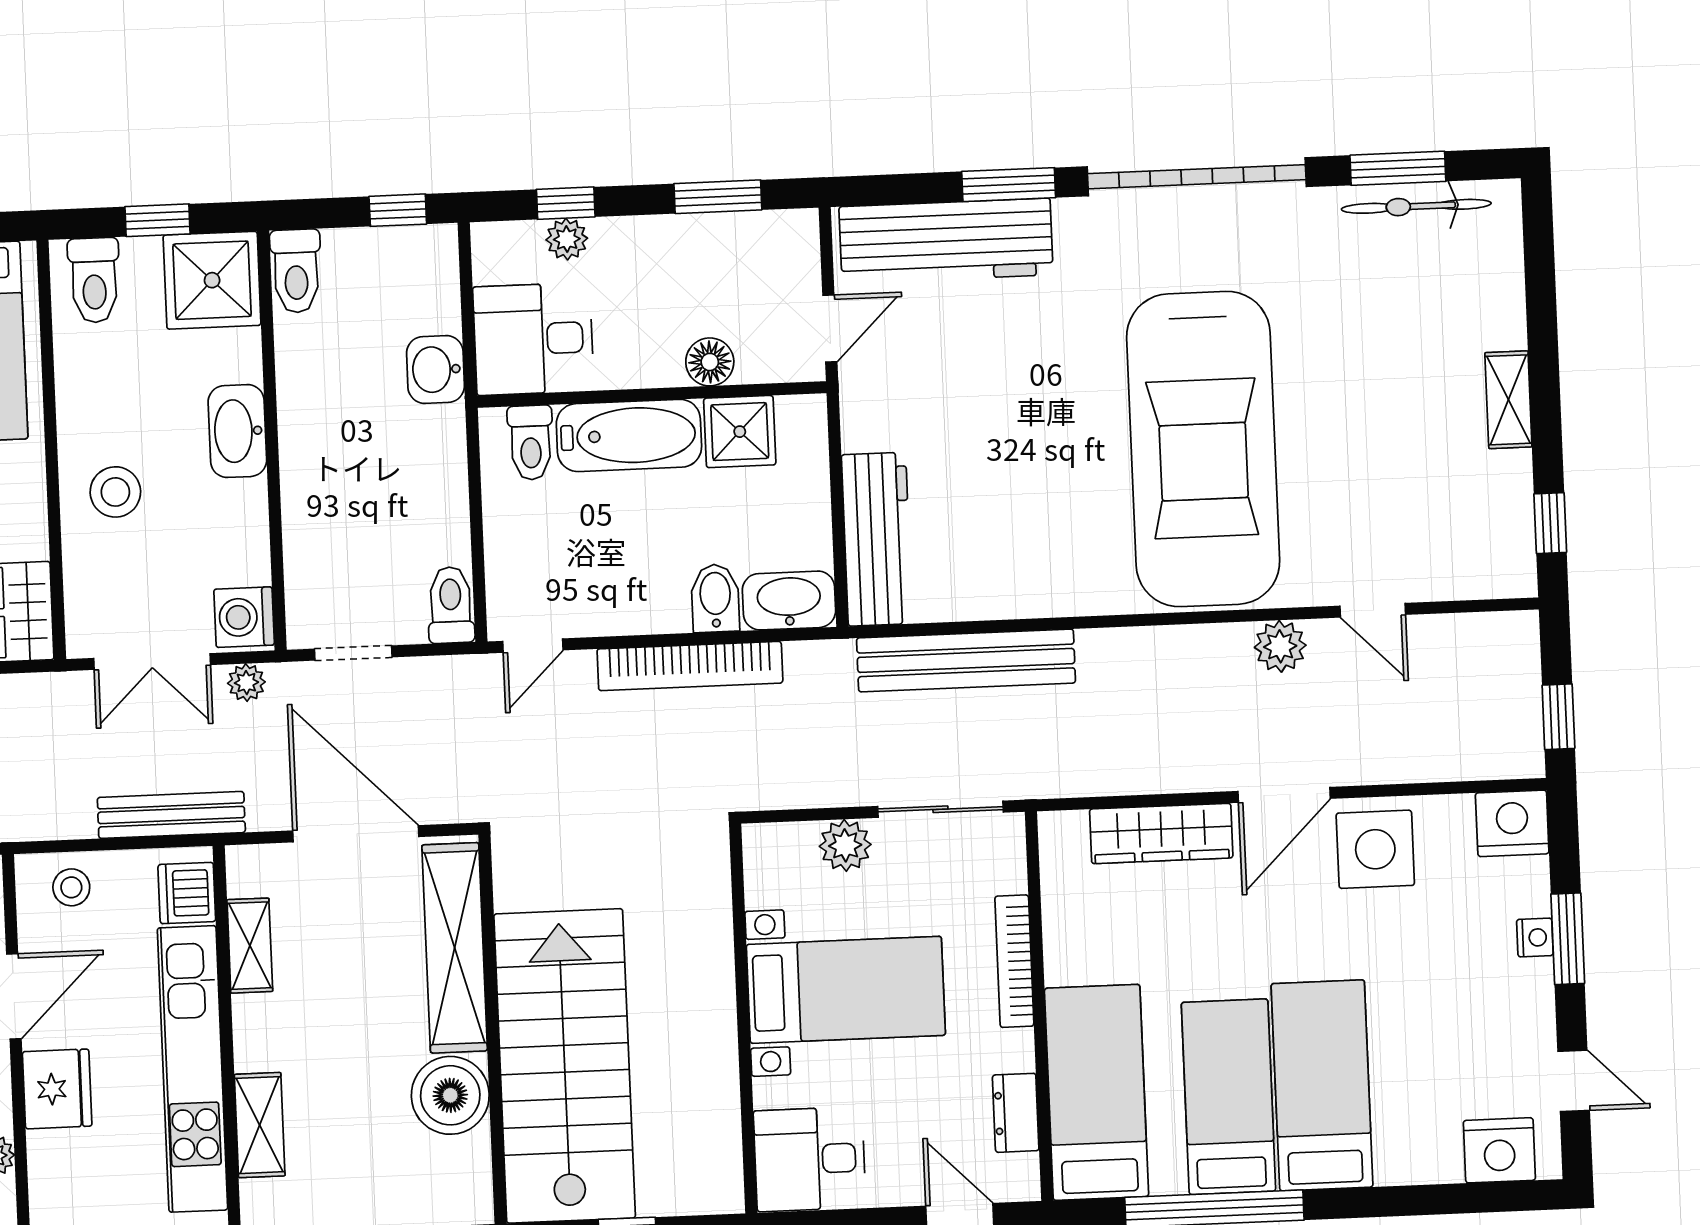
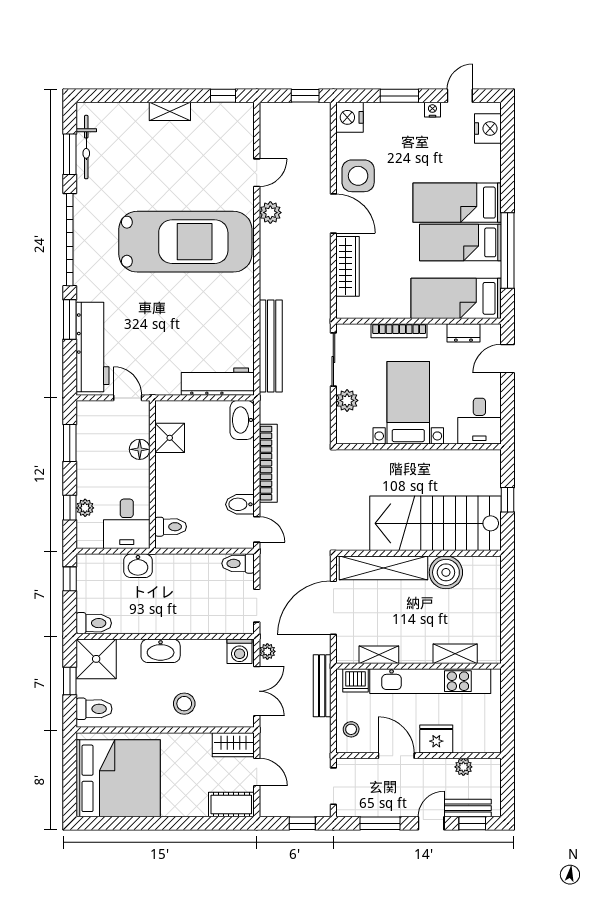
bathtub: (629, 435) -> (169, 485), removed
bidet: (715, 598) -> (240, 504), moved
nightstand: (1535, 937) -> (432, 110), moved

